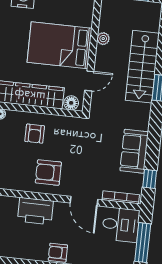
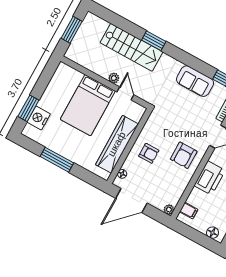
plant: (103, 39) -> (114, 78), moved
floor lamp: (71, 103) -> (137, 115), removed

